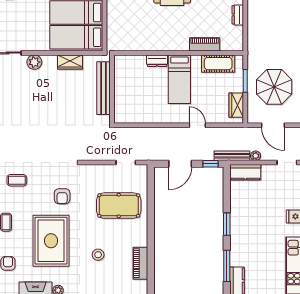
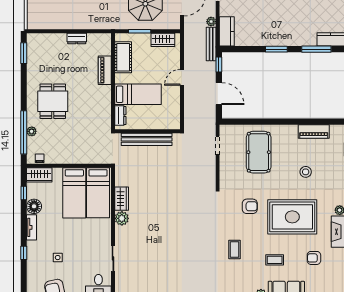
plant: (34, 62) -> (122, 218), moved
bench: (104, 88) -> (147, 139), moved
wall: (112, 89) -> (147, 131), moved

